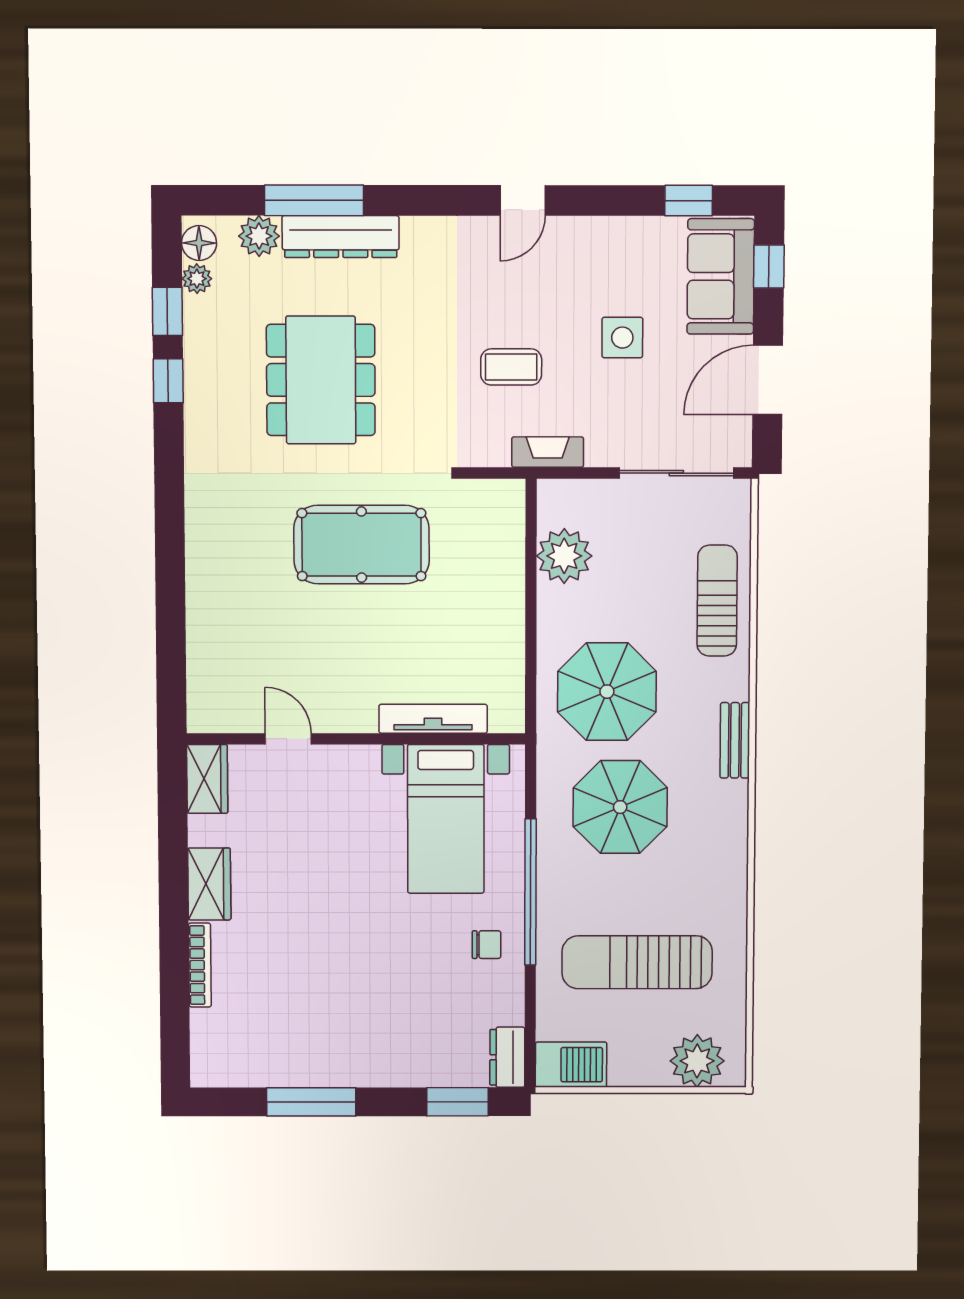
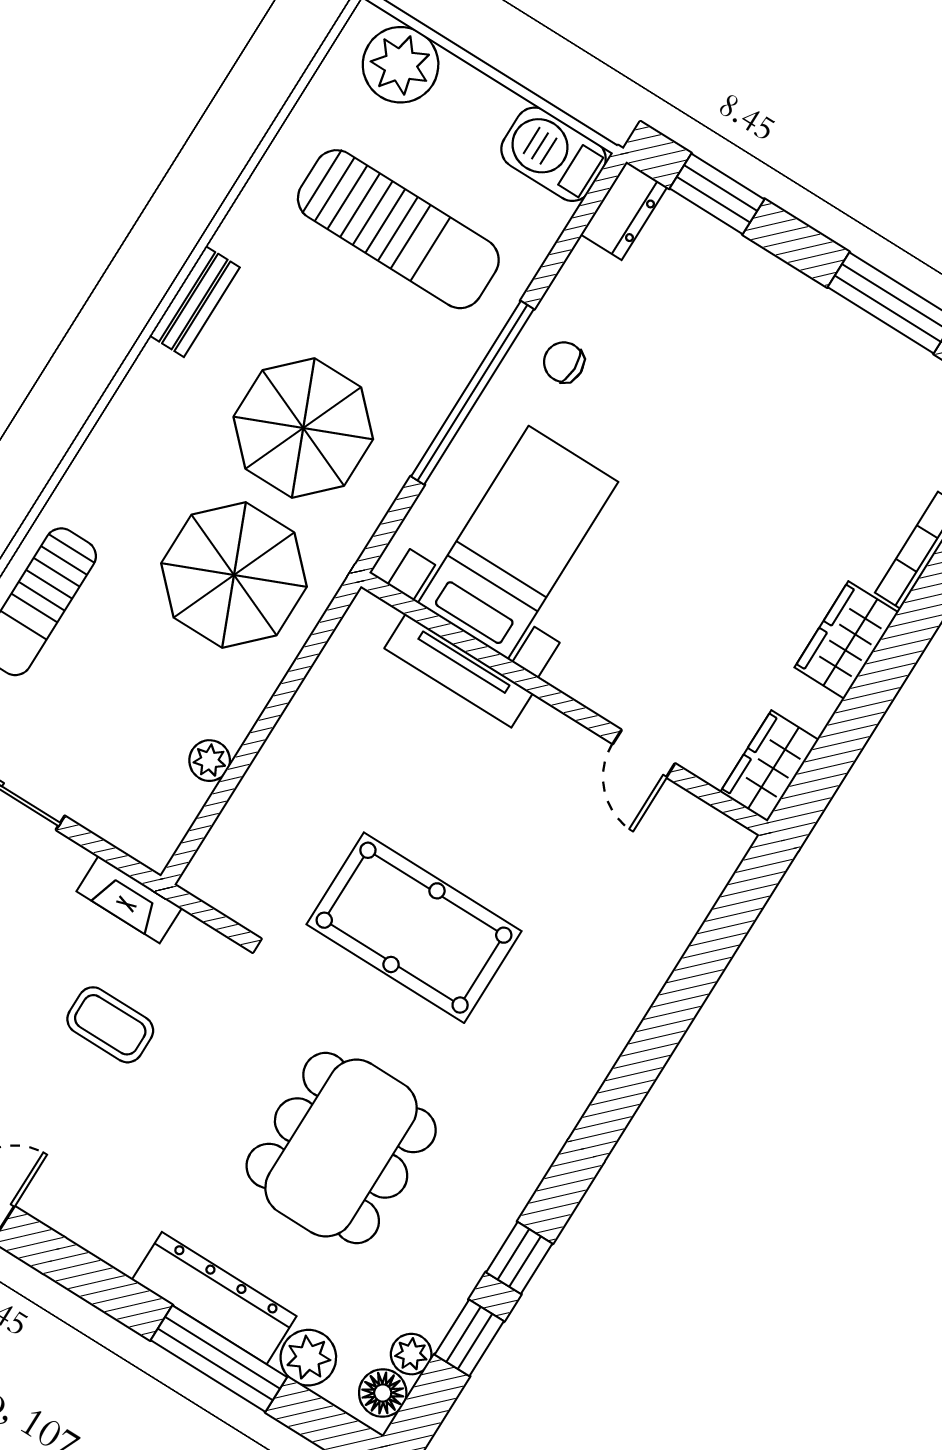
plant: (564, 556) -> (210, 761), width x0.53, depth x0.53
bench: (735, 740) -> (195, 302), moved

